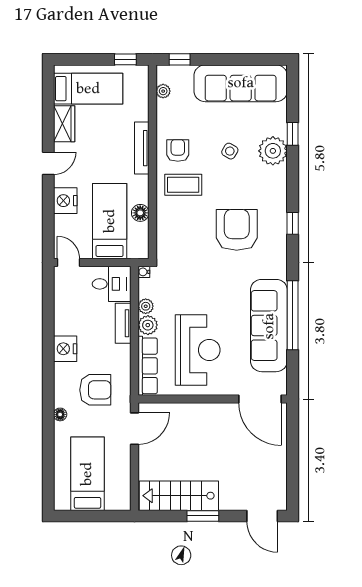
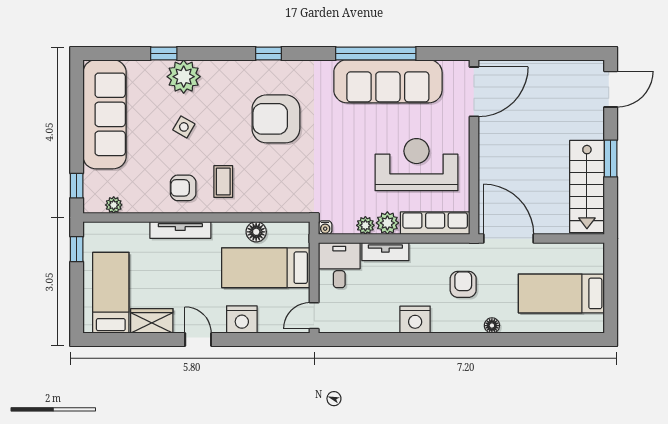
coffee table: (183, 185) -> (223, 182), width x0.73, depth x0.77
armchair: (95, 390) -> (463, 284), width x0.72, depth x0.72
door: (134, 429) -> (509, 239), width x1.36

